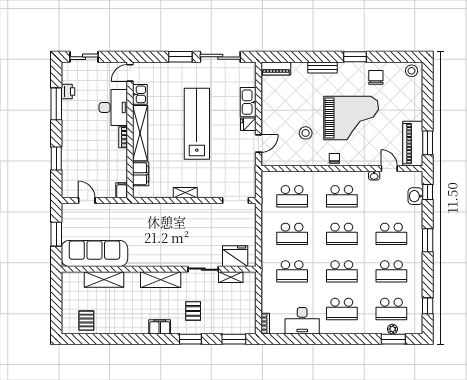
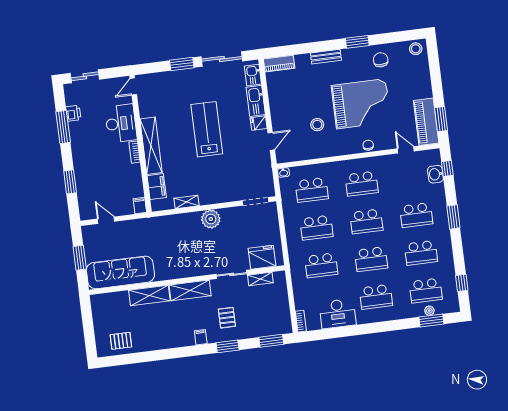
kitchen sink: (140, 94) -> (253, 75), moved, turned 180
lab bench: (197, 124) -> (207, 129), width x0.73
chair: (334, 158) -> (368, 145), moved
washbasin: (374, 176) -> (283, 173), moved
shelving: (185, 193) -> (187, 202), moved
plant: (190, 212) -> (211, 219), added
shelving: (104, 280) -> (149, 295), moved
pallet: (86, 321) -> (121, 341), turned 90
filing cabinet: (160, 327) -> (201, 337), width x0.50

